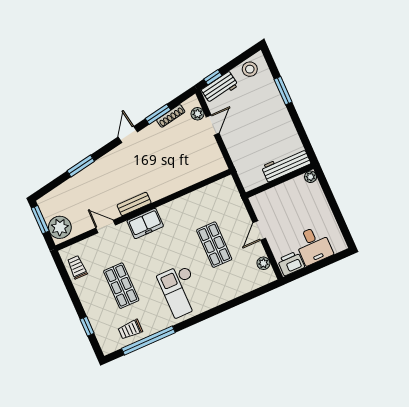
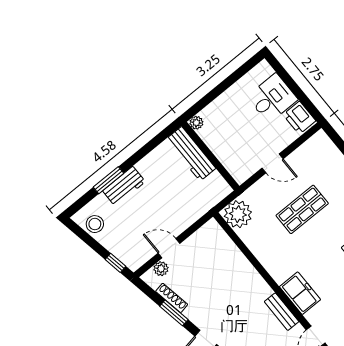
workbench: (220, 88) -> (124, 186), moved, turned 100
plant: (263, 263) -> (238, 214), moved, width x1.87, depth x1.87

